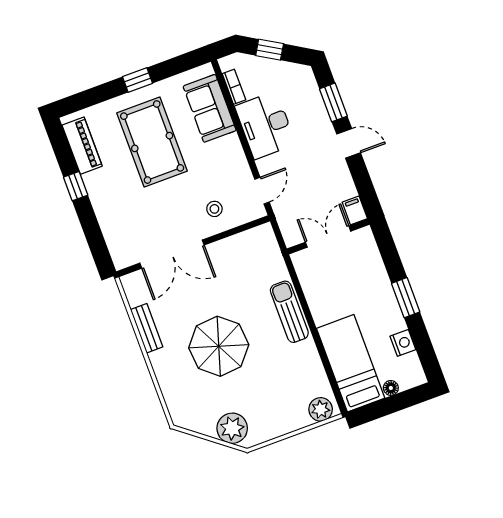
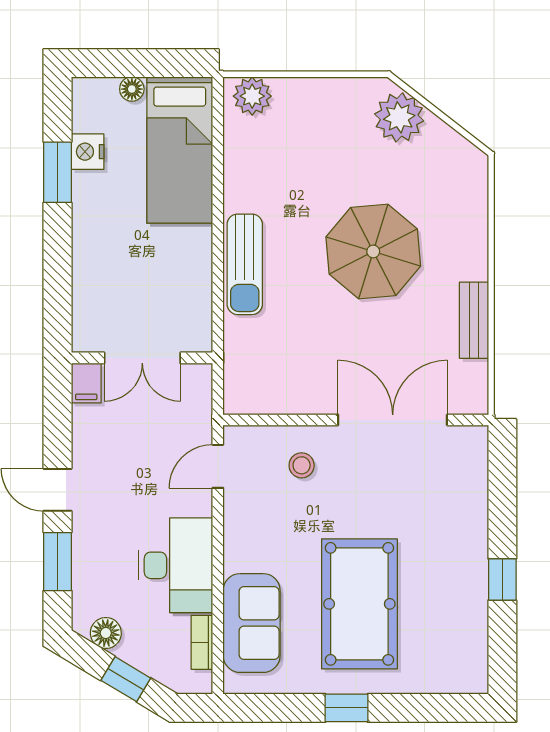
floor lamp: (291, 72) -> (106, 633), added
piano: (82, 146) -> (469, 638), removed
window: (406, 298) -> (57, 172), moved

